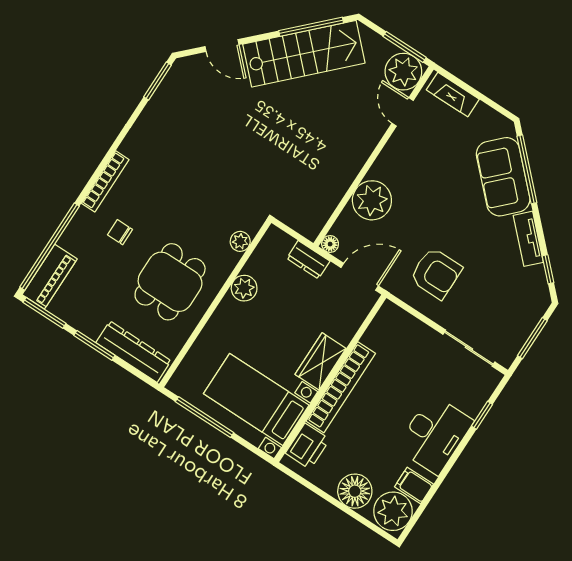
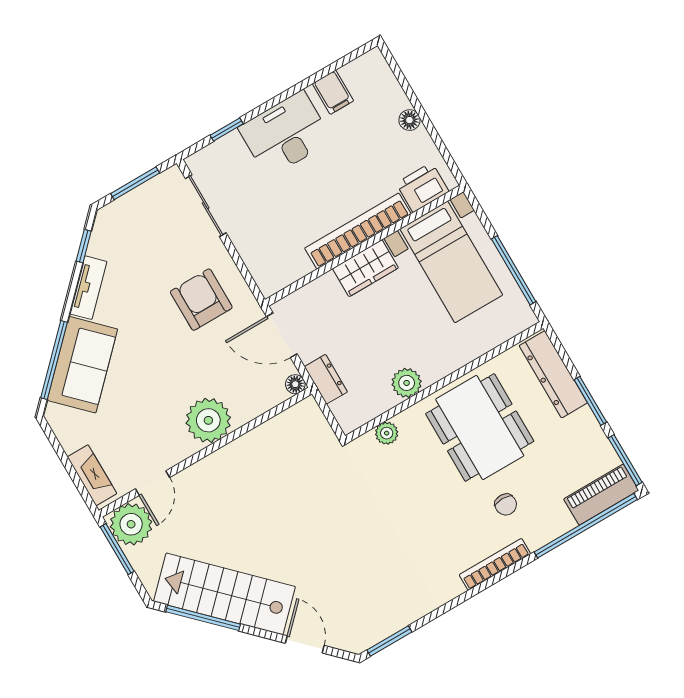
plant: (372, 200) -> (208, 420), moved
dining table: (170, 282) -> (480, 428), width x1.37
floor lamp: (355, 491) -> (409, 120), width x0.53, depth x0.53
plant: (393, 511) -> (368, 76), removed

